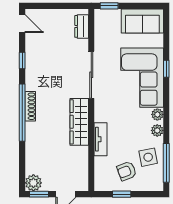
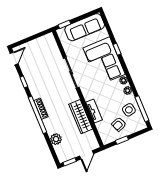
sofa: (142, 21) -> (85, 27), width x1.36
door: (22, 24) -> (14, 59), hinge flipped
dresser: (82, 26) -> (52, 45), removed
wardrobe: (79, 122) -> (81, 117), moved
plant: (33, 183) -> (56, 139), moved

